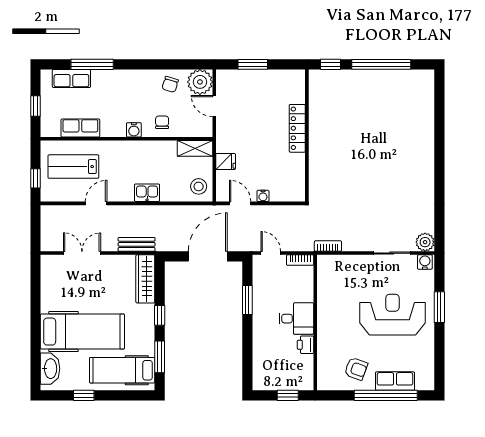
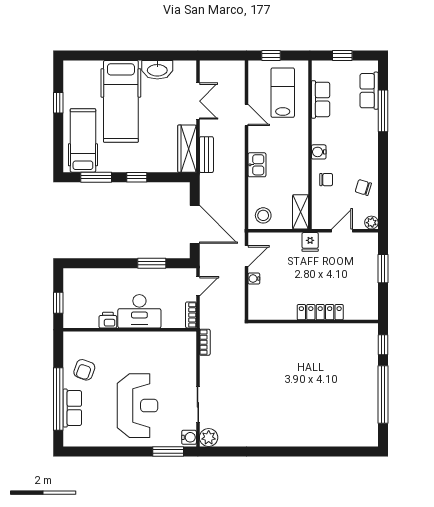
plant: (200, 82) -> (371, 223), width x0.53, depth x0.53
fridge: (226, 161) -> (310, 242), moved
wardrobe: (145, 279) -> (187, 149), moved, turned -90
window: (439, 307) -> (168, 451), moved
desk: (296, 319) -> (139, 311), width x1.37
washbasin: (50, 369) -> (157, 70), moved

